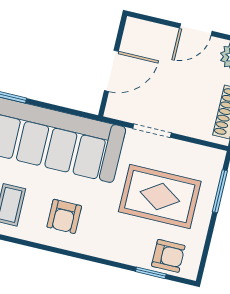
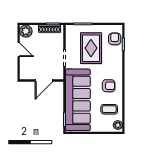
door: (111, 71) -> (44, 81), swing flipped

